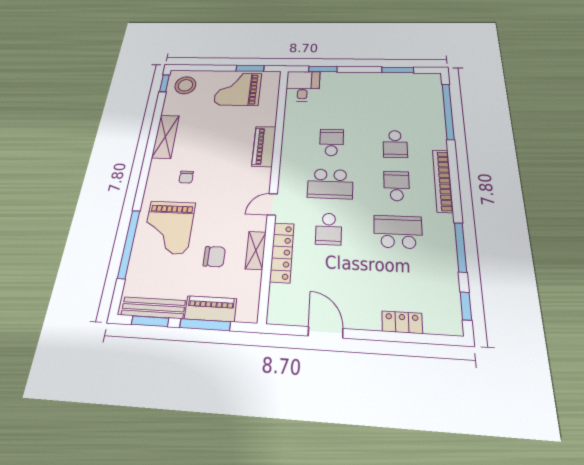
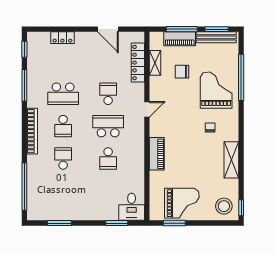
shelving: (256, 250) -> (155, 63), moved
locker: (282, 252) -> (138, 63), moved

